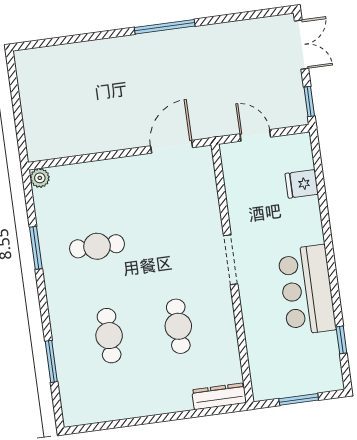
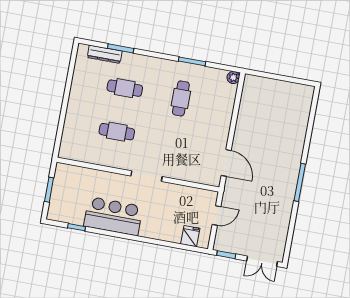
fridge: (302, 184) -> (190, 236), moved
dresser: (219, 396) -> (105, 54), moved, turned 90

